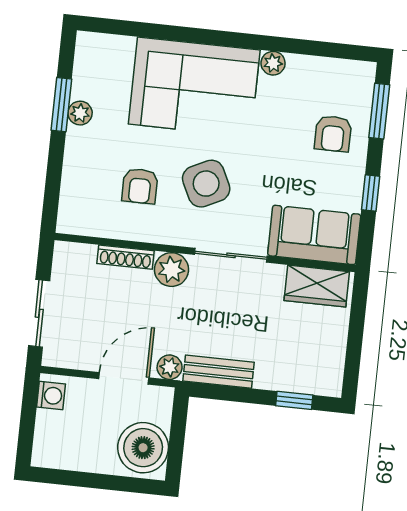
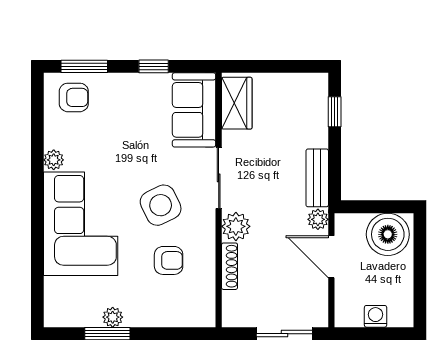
armchair: (333, 134) -> (74, 97), moved
washing machine: (51, 395) -> (376, 316), moved

